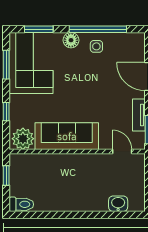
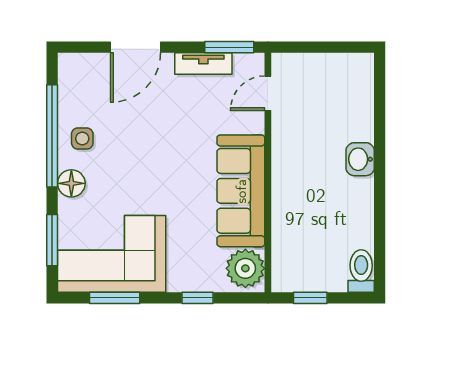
washbasin: (118, 204) -> (360, 159), moved

